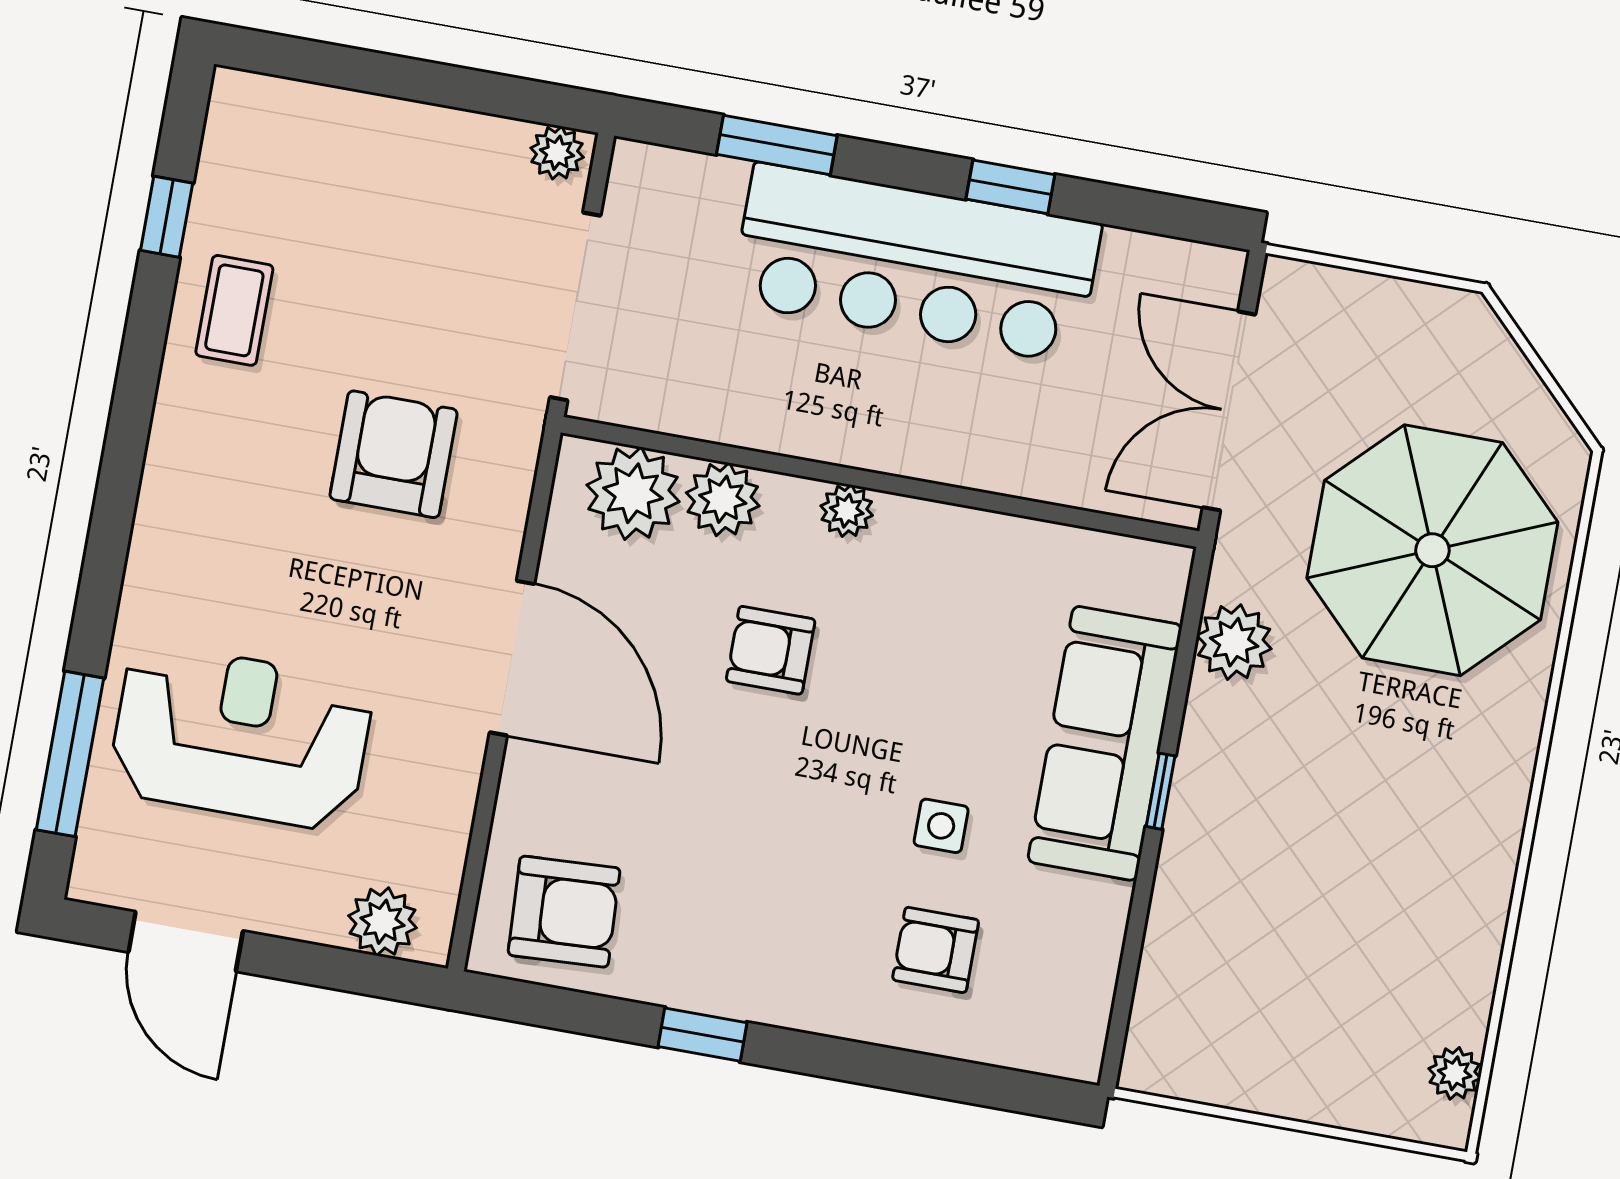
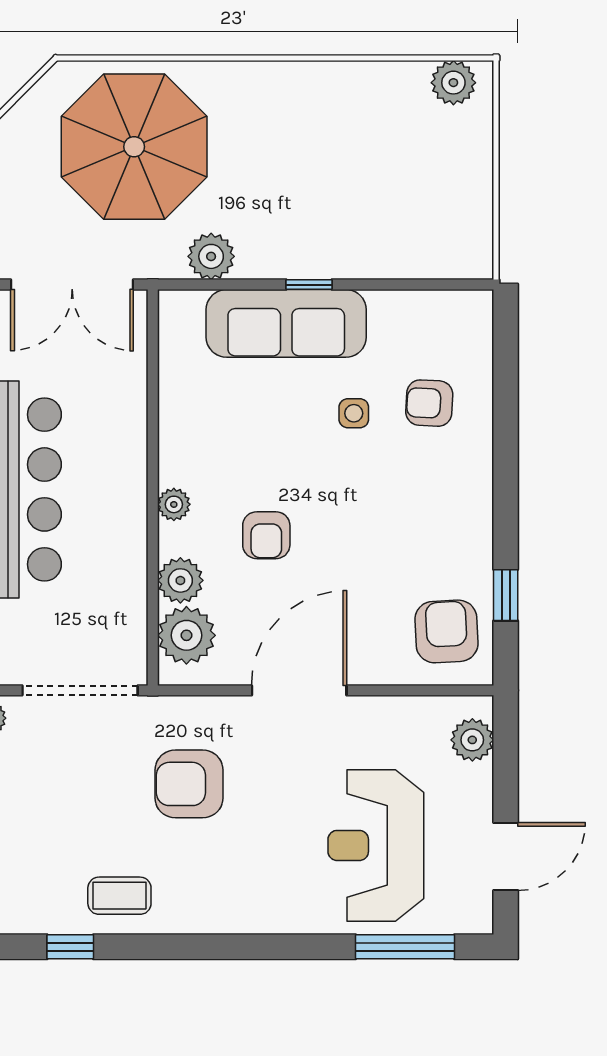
armchair: (936, 950) -> (429, 403), turned 93
window: (702, 1035) -> (506, 595), moved
plant: (1455, 1073) -> (453, 83), width x1.38, depth x1.38

